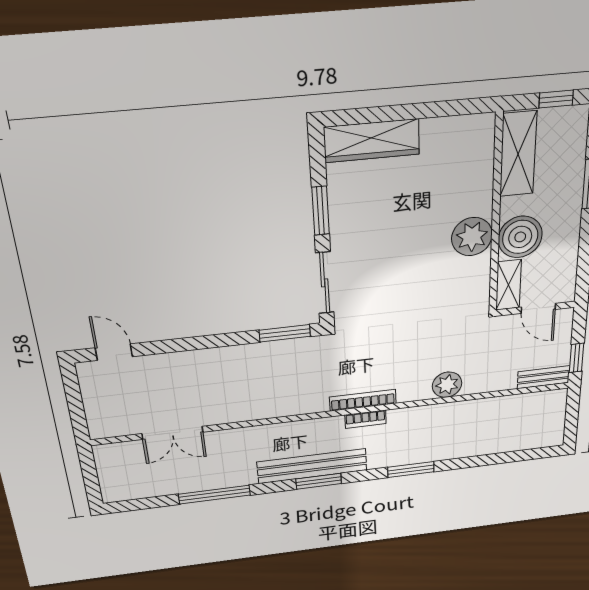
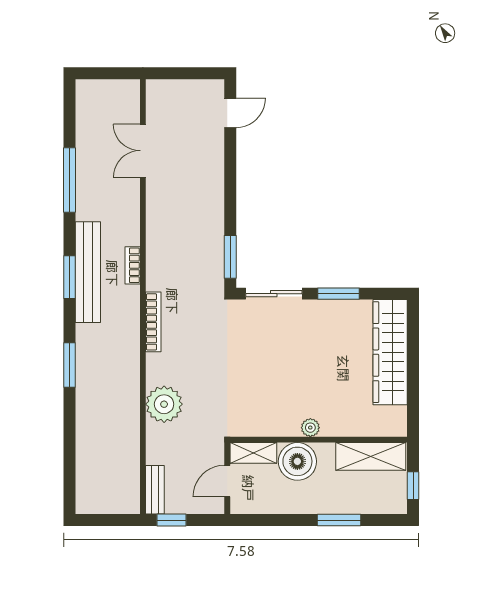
wardrobe: (372, 141) -> (390, 352), width x1.40, depth x1.17
plant: (472, 237) -> (310, 428), width x0.53, depth x0.53
plant: (447, 385) -> (164, 404), width x1.36, depth x1.36
bookcase: (366, 419) -> (133, 265), moved

